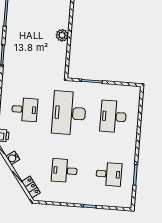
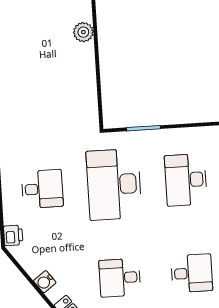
plant: (62, 35) -> (83, 32), moved
water cooler: (13, 158) -> (45, 282), moved

